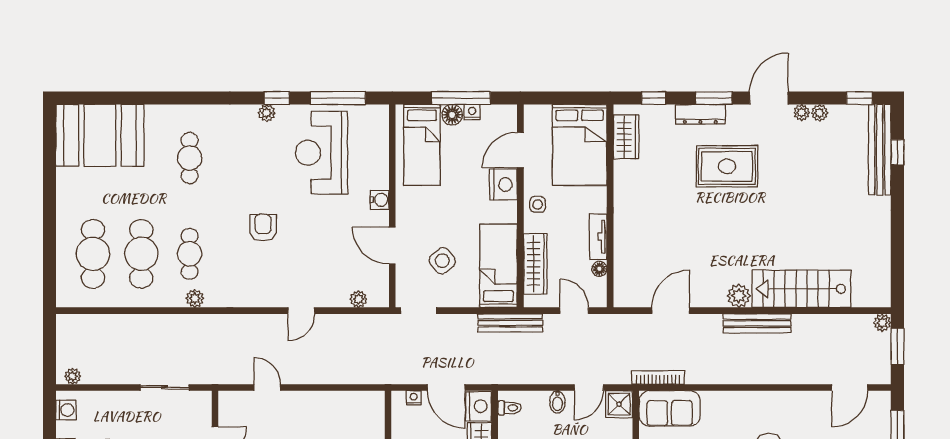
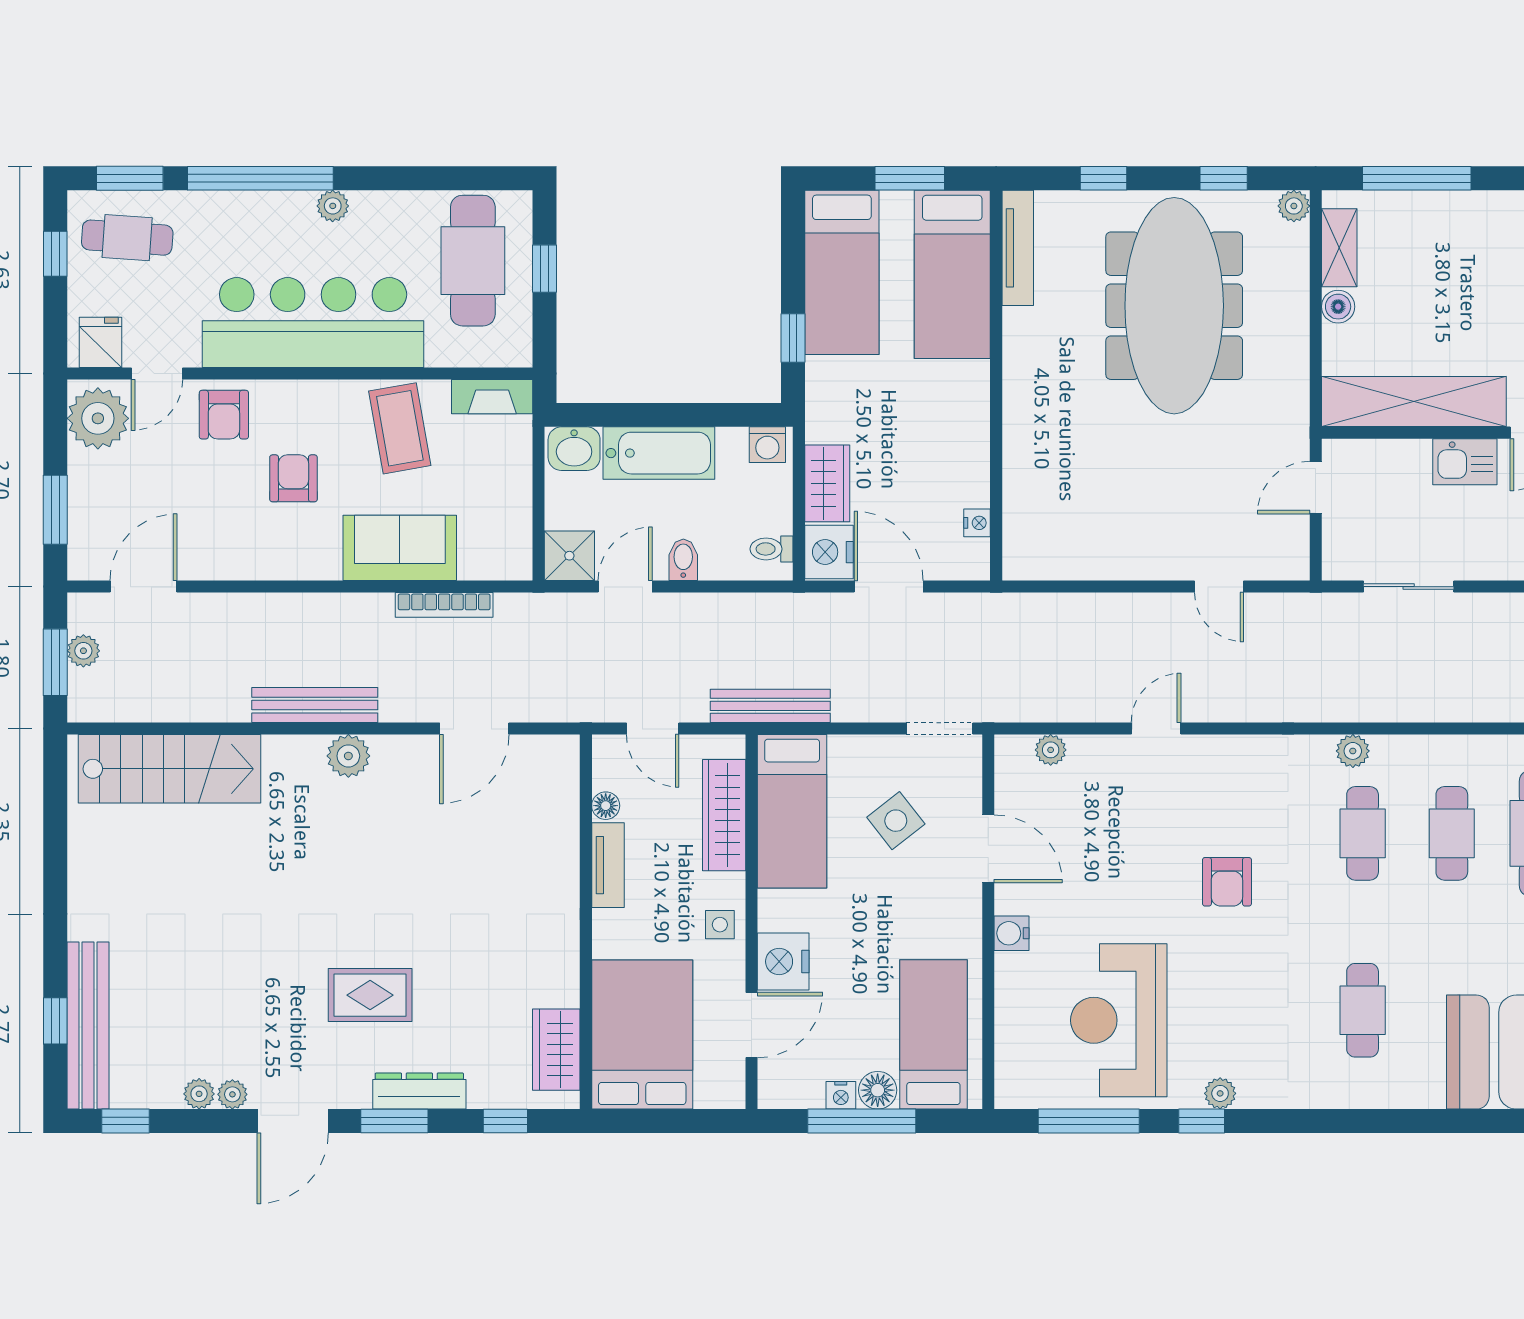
reception desk: (322, 153) -> (1119, 1020), turned 180
rug: (727, 166) -> (370, 995), width x0.73, depth x0.70
cafe table: (141, 254) -> (1452, 833), width x0.73, depth x0.74
stairs: (801, 289) -> (169, 769), moved
plant: (882, 323) -> (83, 651), moved
bookcase: (658, 378) -> (444, 605), moved
nightstand: (414, 398) -> (977, 523), moved, turned -90
sofa: (670, 408) -> (400, 548), moved

